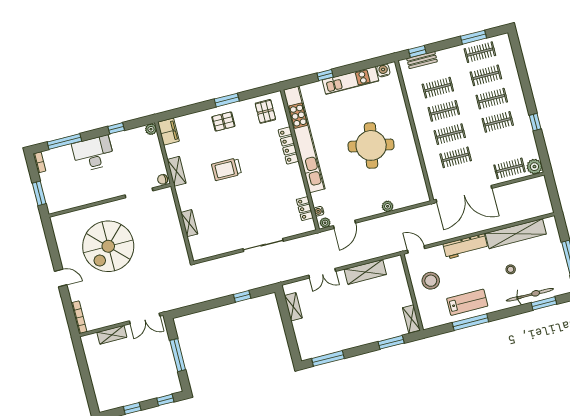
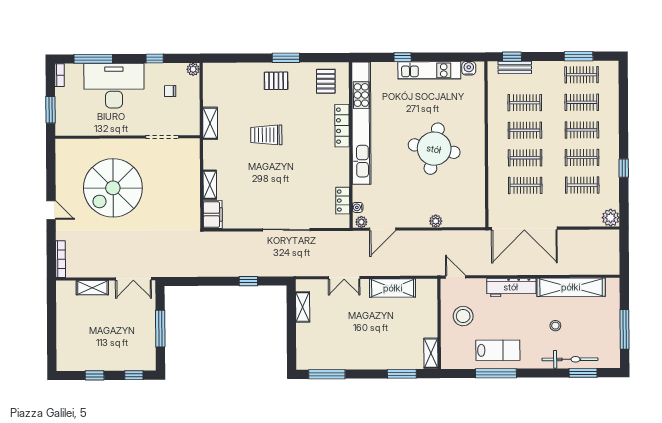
filing cabinet: (168, 132) -> (213, 215), moved
desk: (93, 154) -> (114, 86), width x1.36, depth x1.30
clothes rail: (510, 168) -> (582, 185), moved
chair: (163, 179) -> (170, 91), moved

